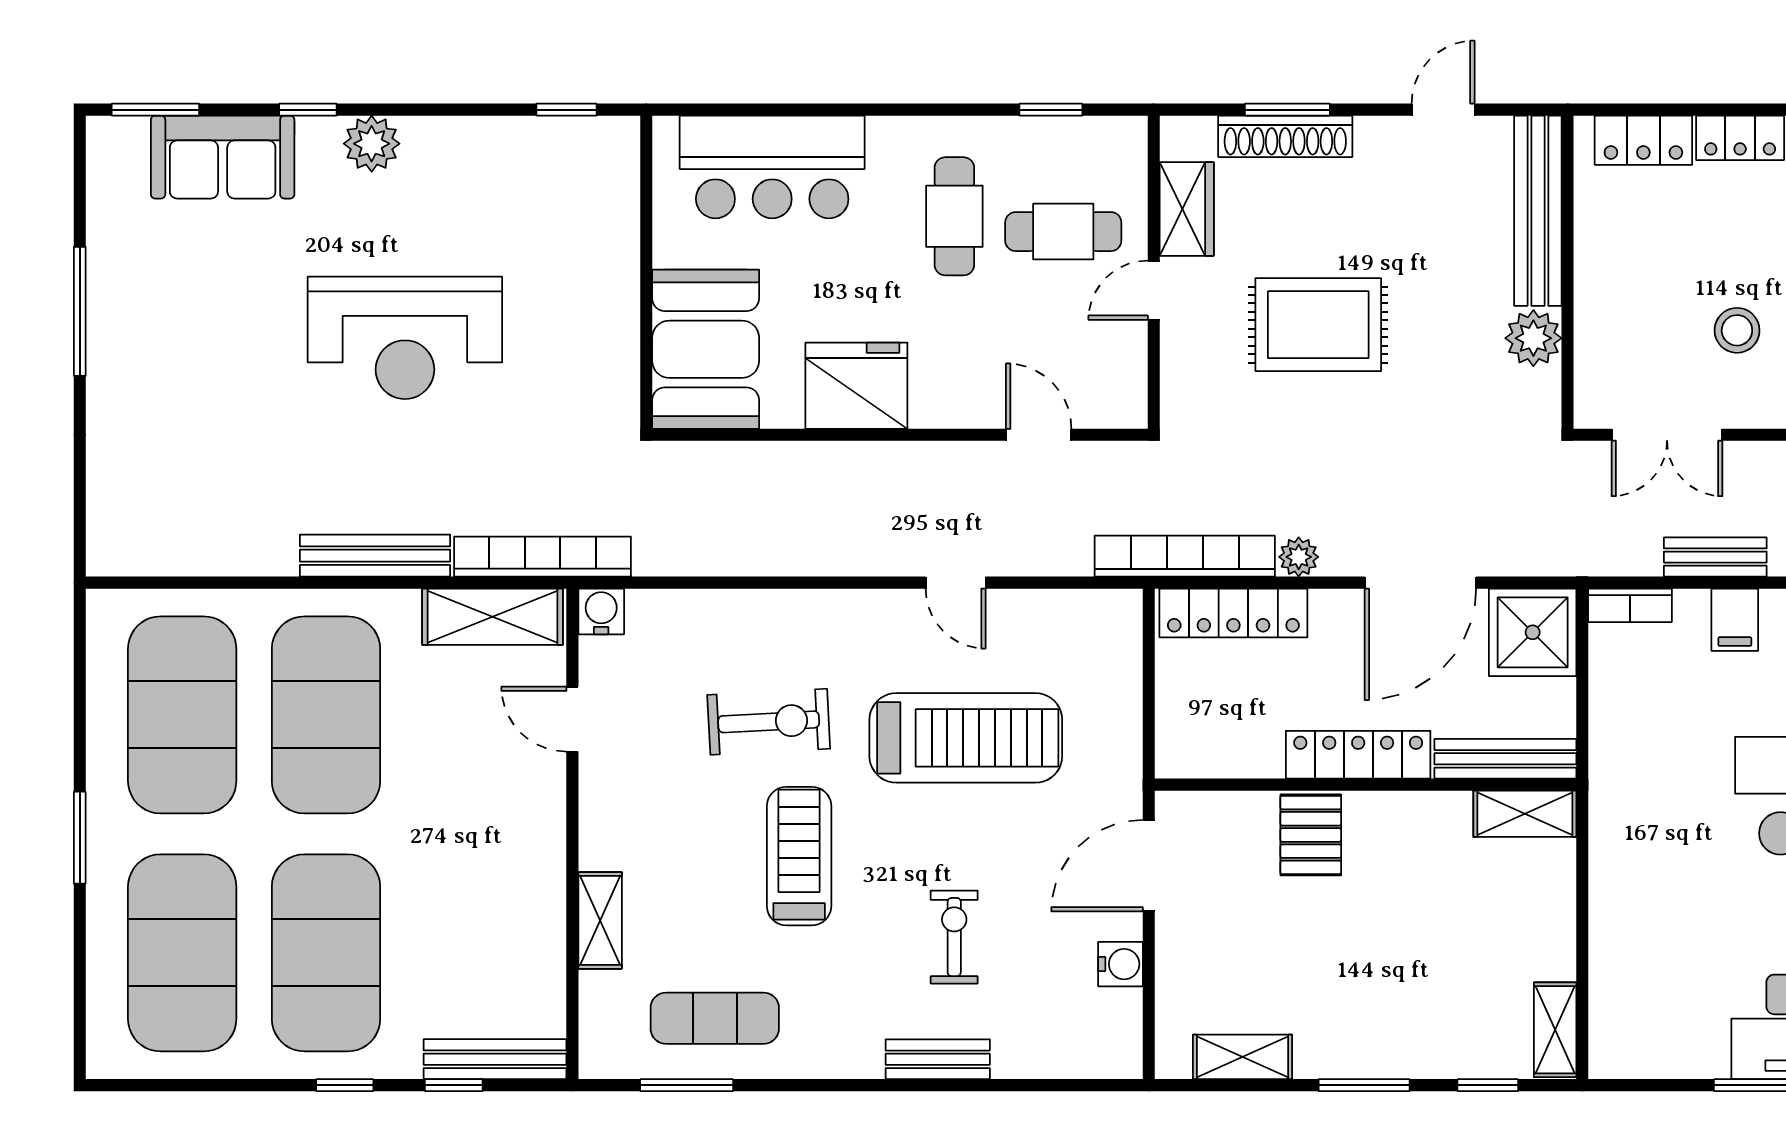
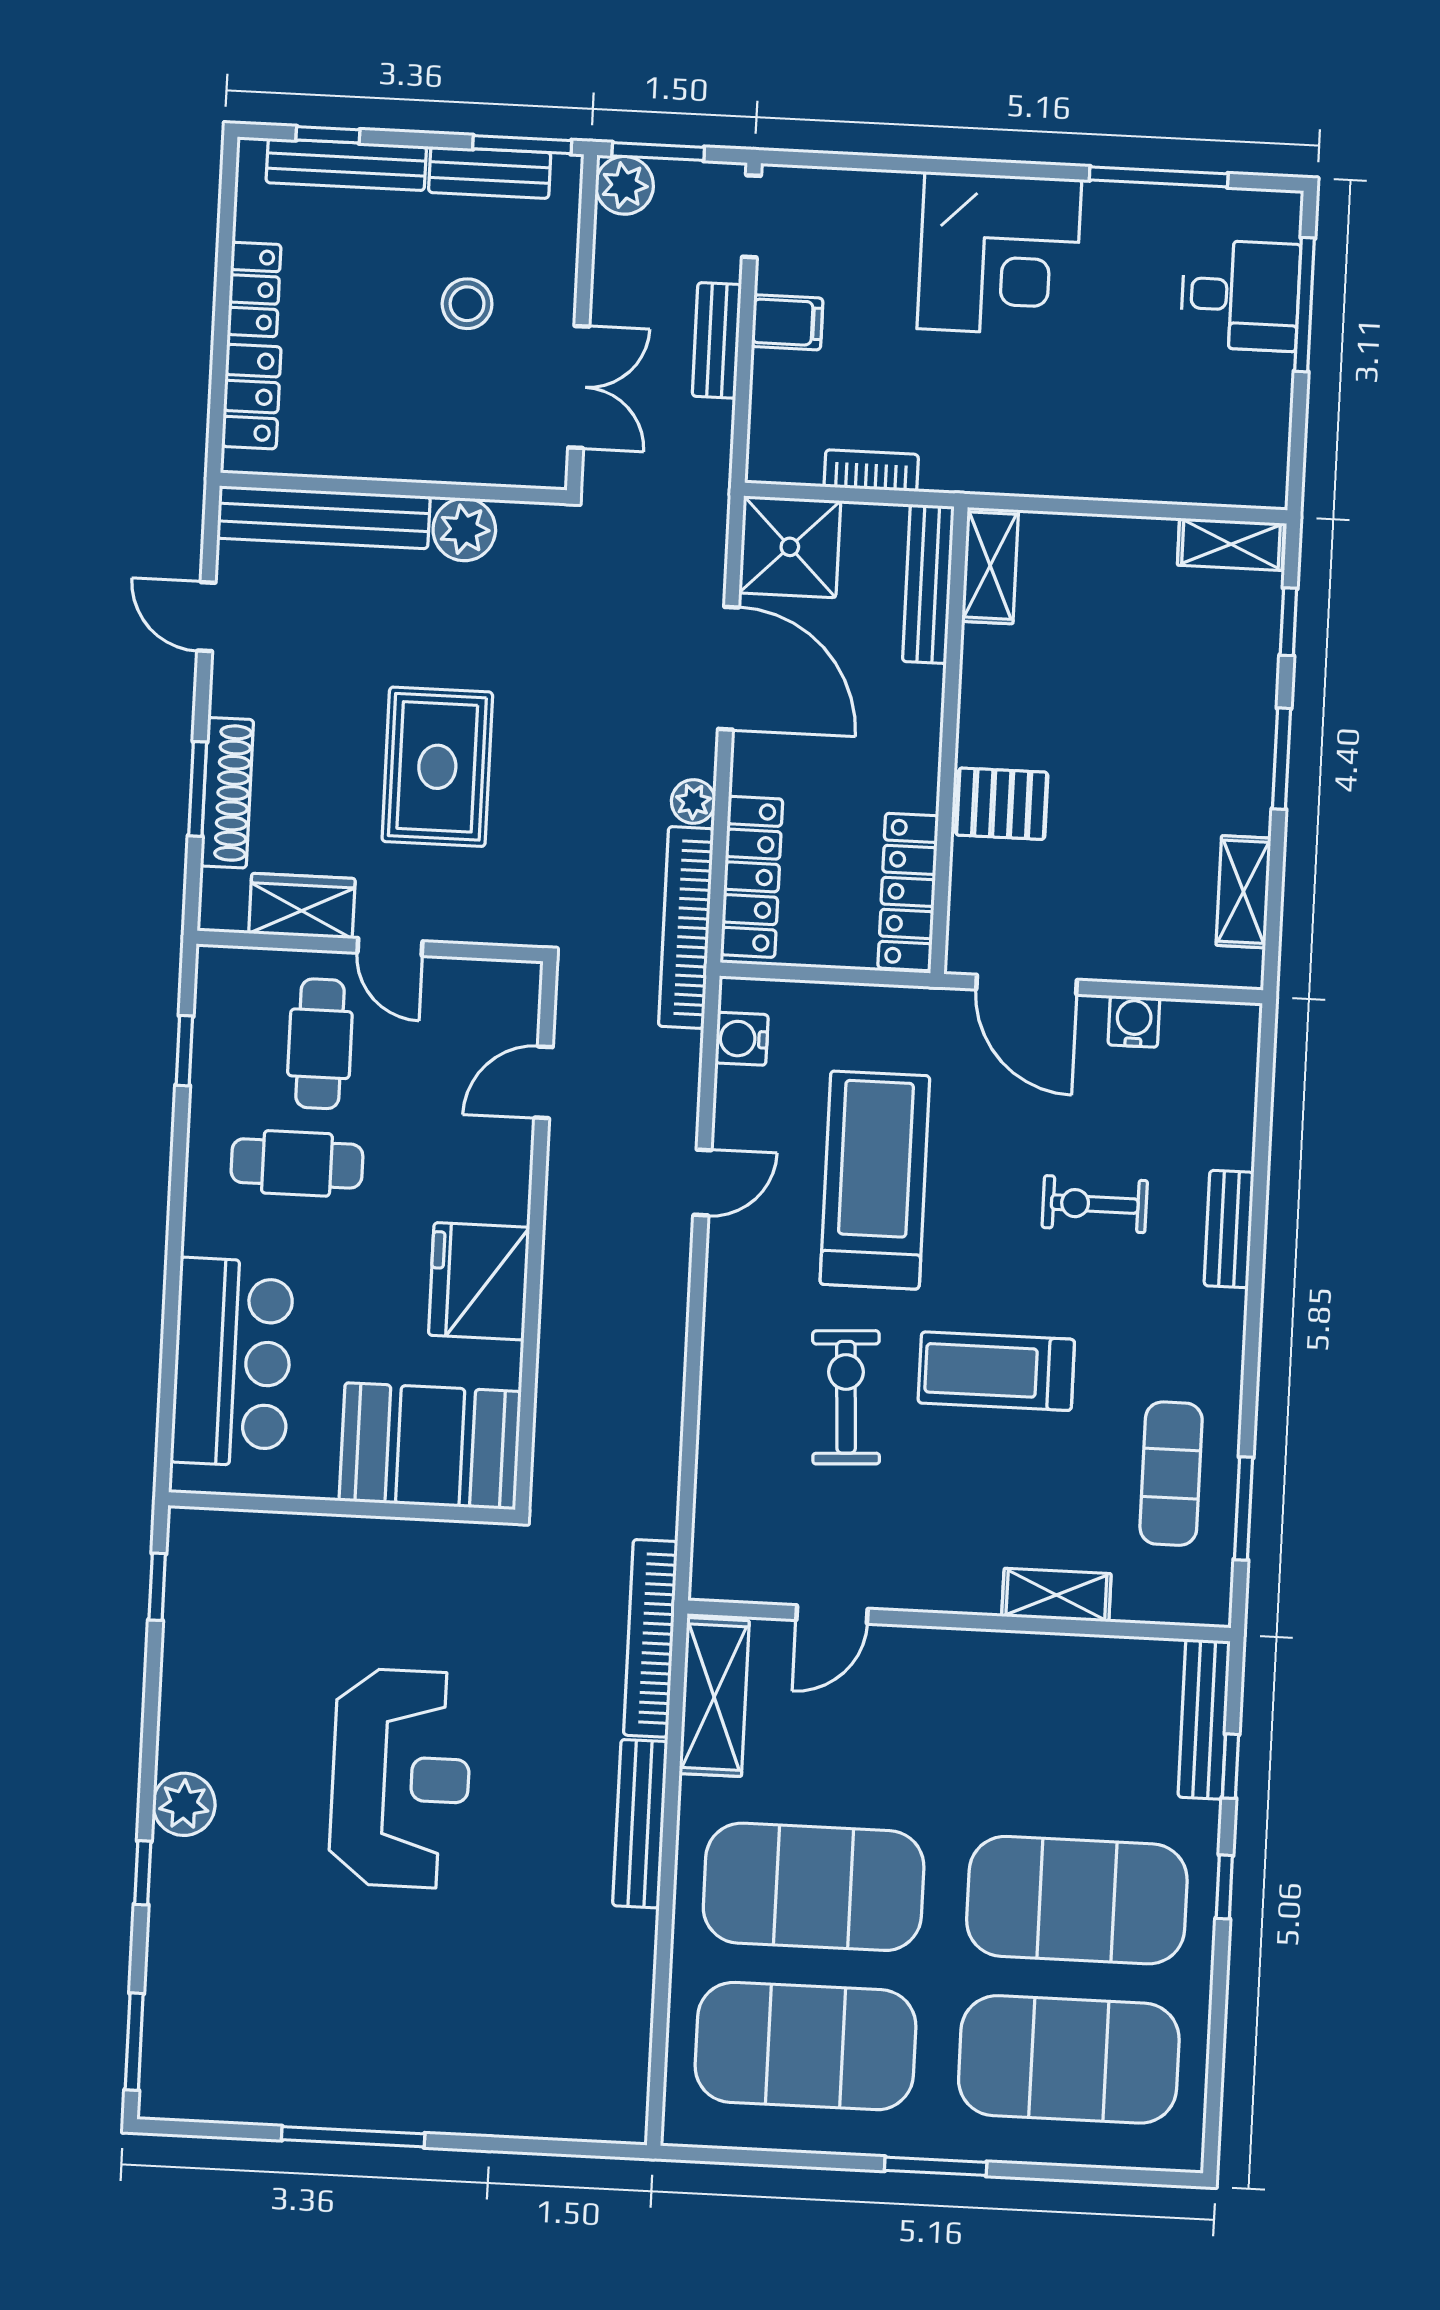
sofa: (223, 157) -> (190, 1970), removed
bookcase: (1630, 605) -> (871, 471), moved, turned -90
water cooler: (601, 611) -> (742, 1039), moved
locker: (1358, 755) -> (908, 892), moved

